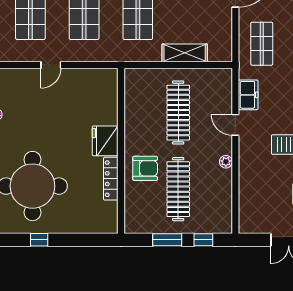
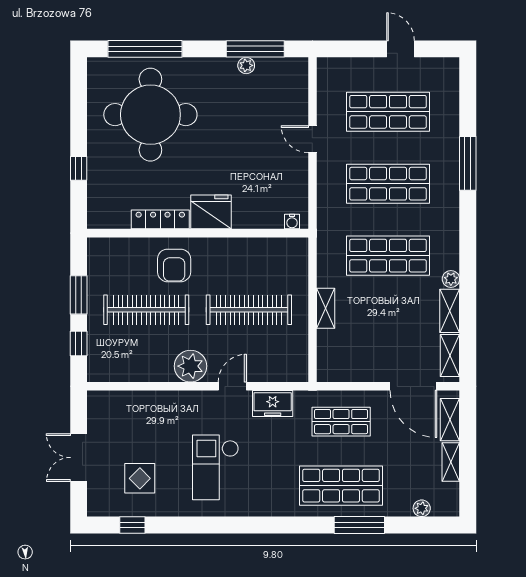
shelving: (185, 53) -> (326, 308), width x0.67, depth x0.75
water cooler: (112, 80) -> (292, 222), added
plant: (226, 162) -> (190, 366), width x1.88, depth x1.88
window: (39, 240) -> (79, 168), moved

